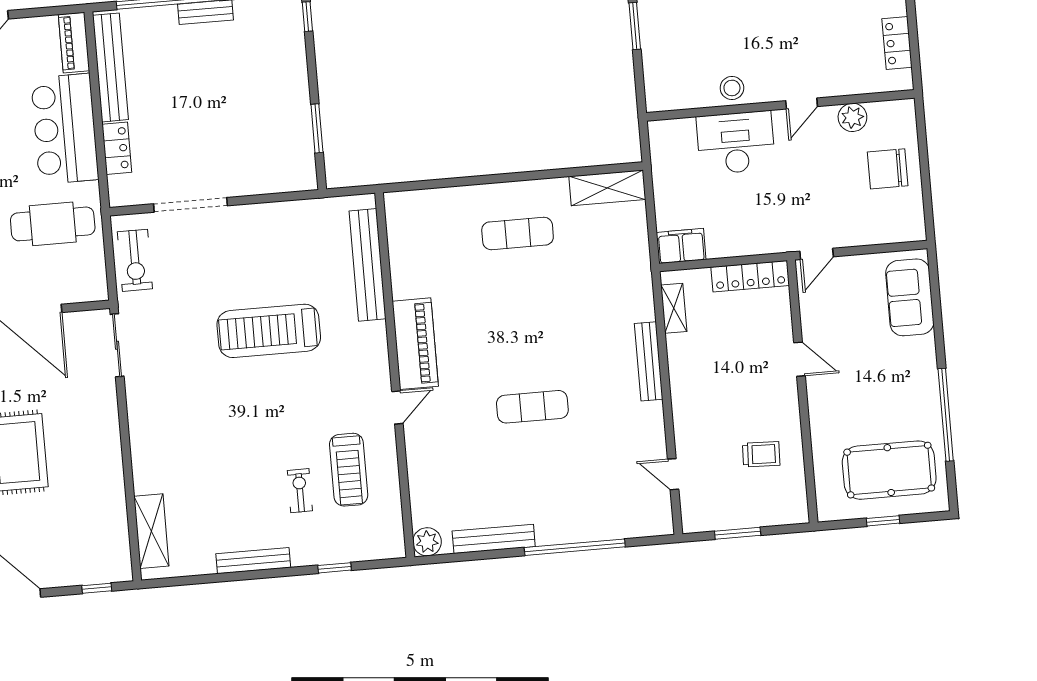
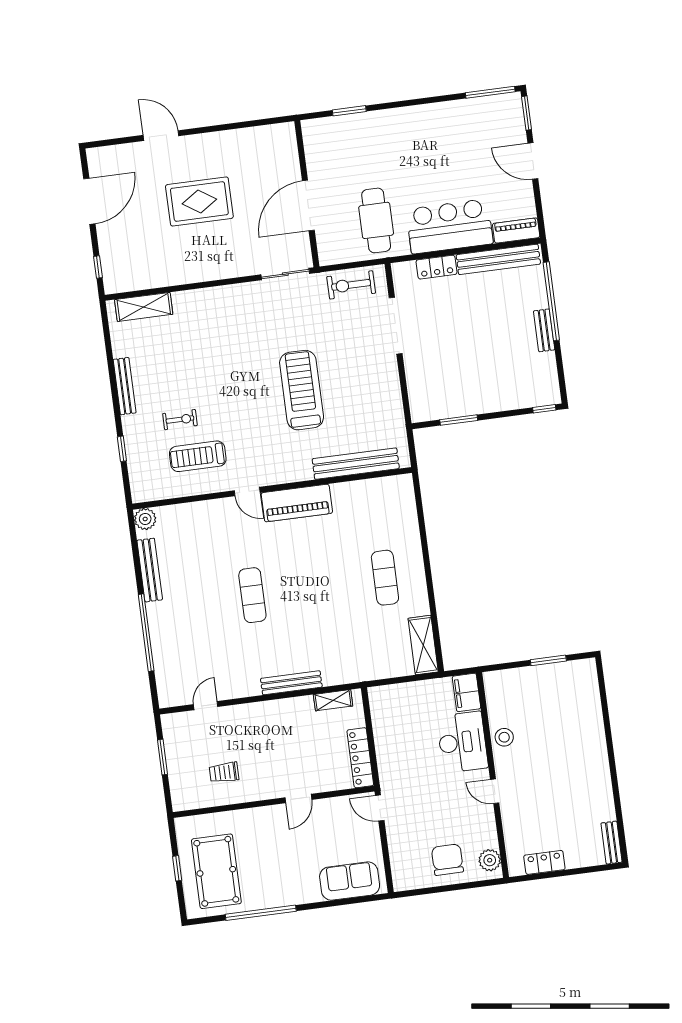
plant: (852, 117) -> (490, 860), moved
filing cabinet: (681, 246) -> (466, 692), moved, turned 180
trolley: (761, 454) -> (224, 772), turned 88

